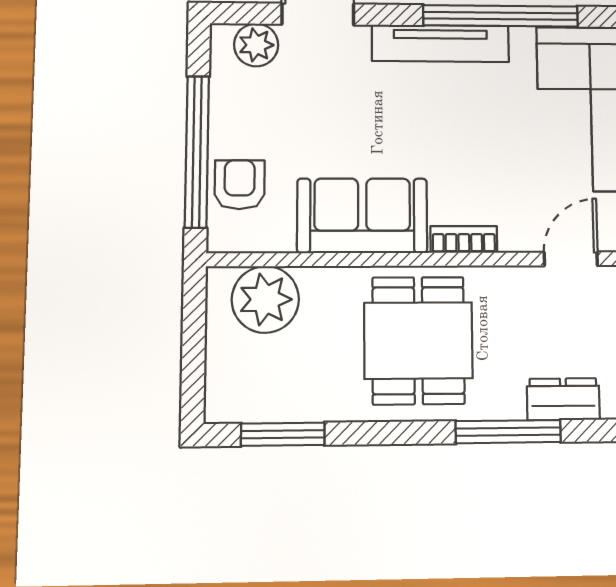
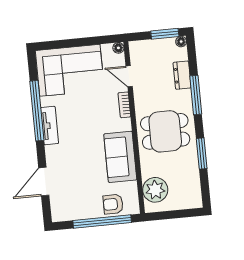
tv unit: (440, 43) -> (50, 126), width x0.71
plant: (256, 45) -> (58, 204), removed
bookcase: (464, 239) -> (124, 105), moved
window: (283, 434) -> (202, 153), moved

